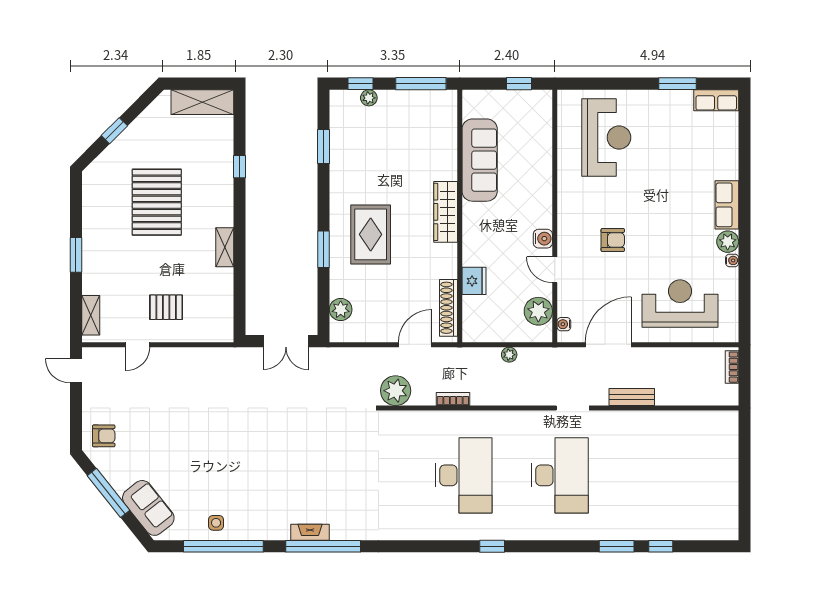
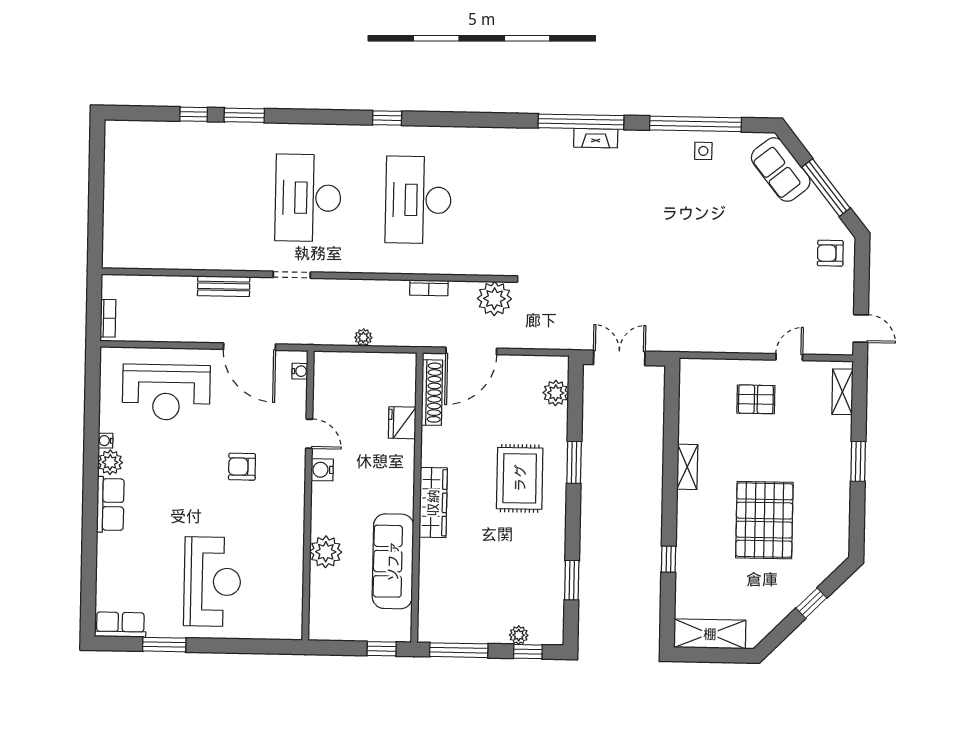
window: (519, 84) -> (382, 649), moved
reception desk: (606, 137) -> (212, 582), moved, turned 180
plant: (538, 311) -> (326, 552), moved
door: (415, 345) -> (471, 351), width x1.36
door: (608, 345) -> (250, 347), hinge flipped

